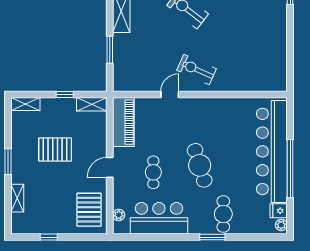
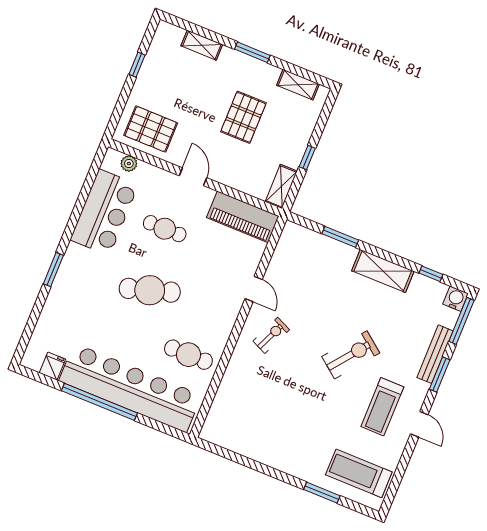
exercise bike: (197, 70) -> (271, 335), width x0.73, depth x0.72
shelving: (25, 104) -> (298, 85), moved, turned 90
cafe table: (223, 214) -> (188, 355), moved
plant: (281, 225) -> (33, 362), removed

